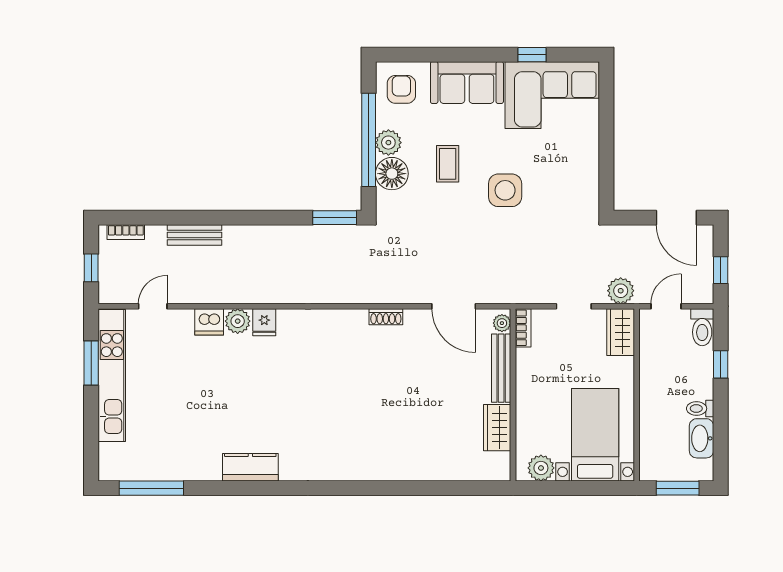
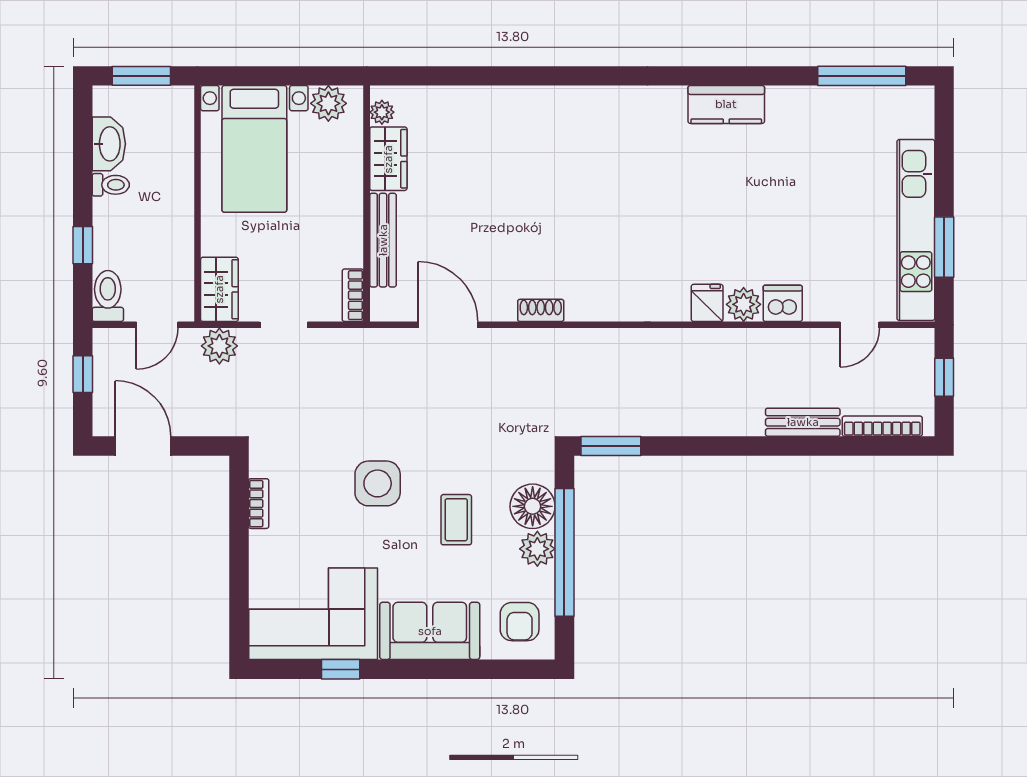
bookcase: (592, 176) -> (259, 504), added
bookcase: (126, 232) -> (882, 426), width x1.56
plant: (502, 323) -> (382, 112), moved

